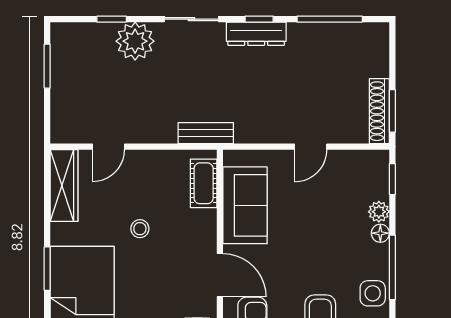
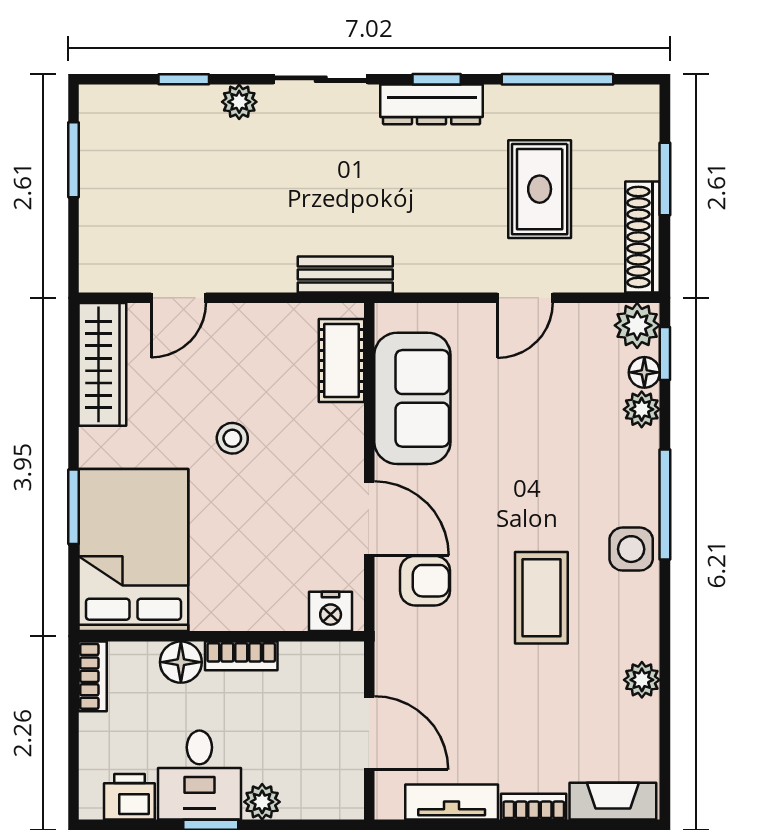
plant: (135, 41) -> (239, 102), width x0.53, depth x0.53
rug: (319, 83) -> (540, 189), added
window: (392, 111) -> (665, 179), moved
plant: (376, 163) -> (637, 325), added
floor lamp: (380, 233) -> (644, 372), moved

